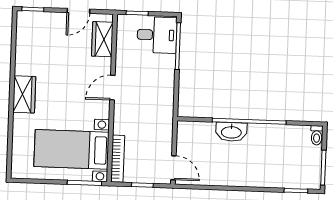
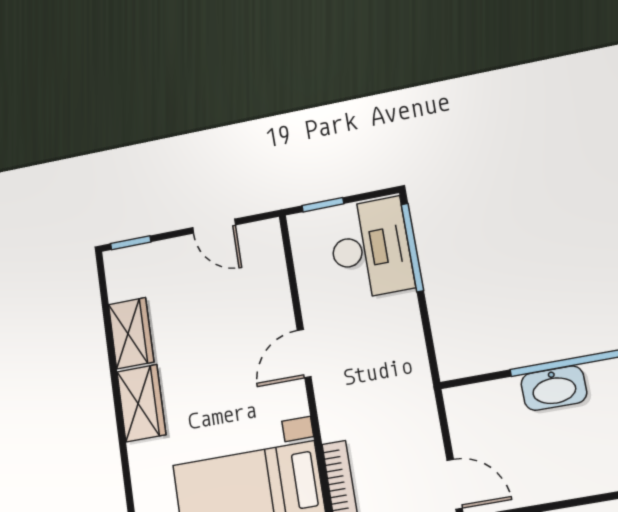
door: (78, 11) -> (214, 226), hinge flipped
desk: (157, 35) -> (370, 248), width x1.37
wardrobe: (102, 39) -> (131, 333), moved, turned 180

